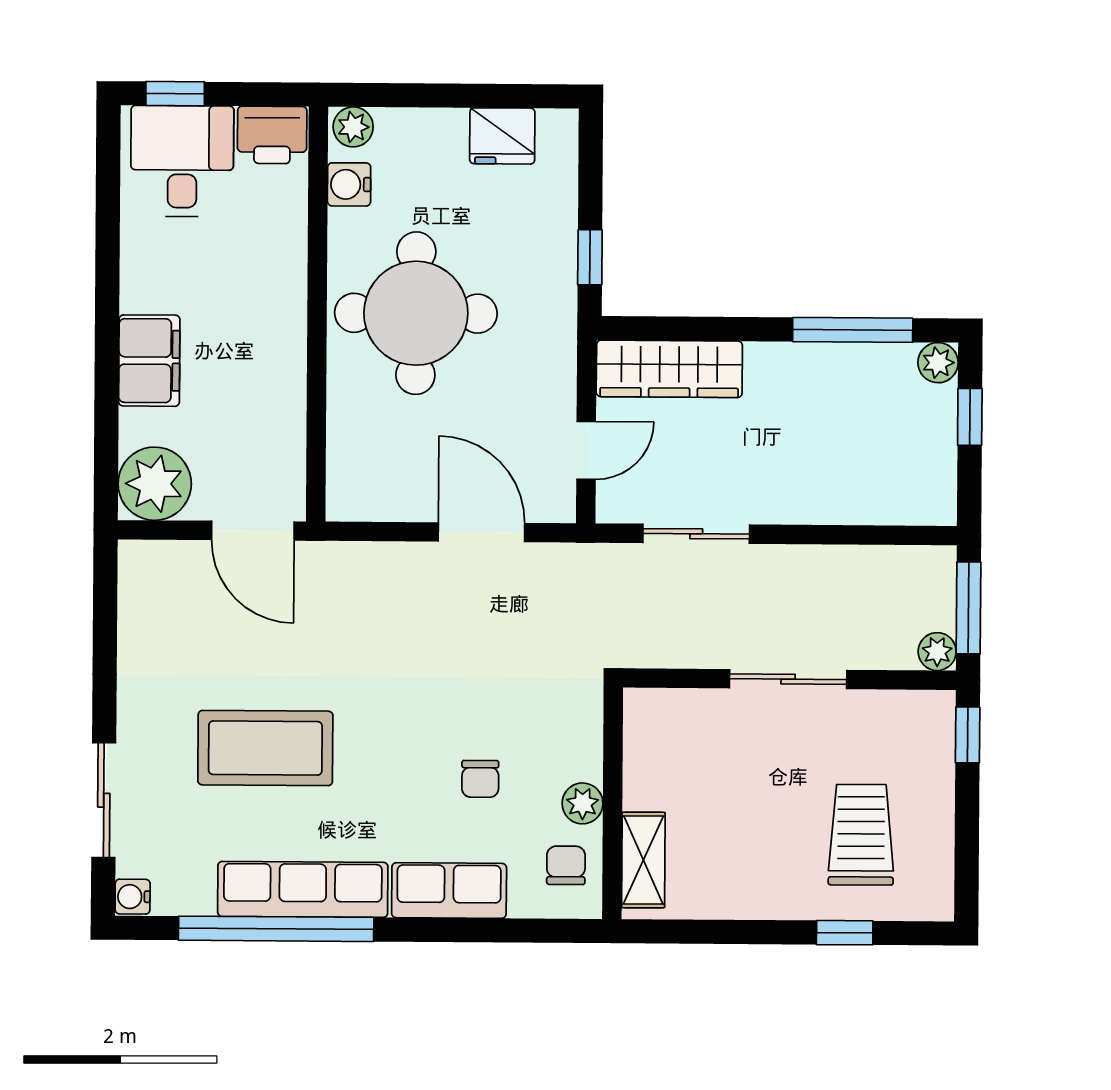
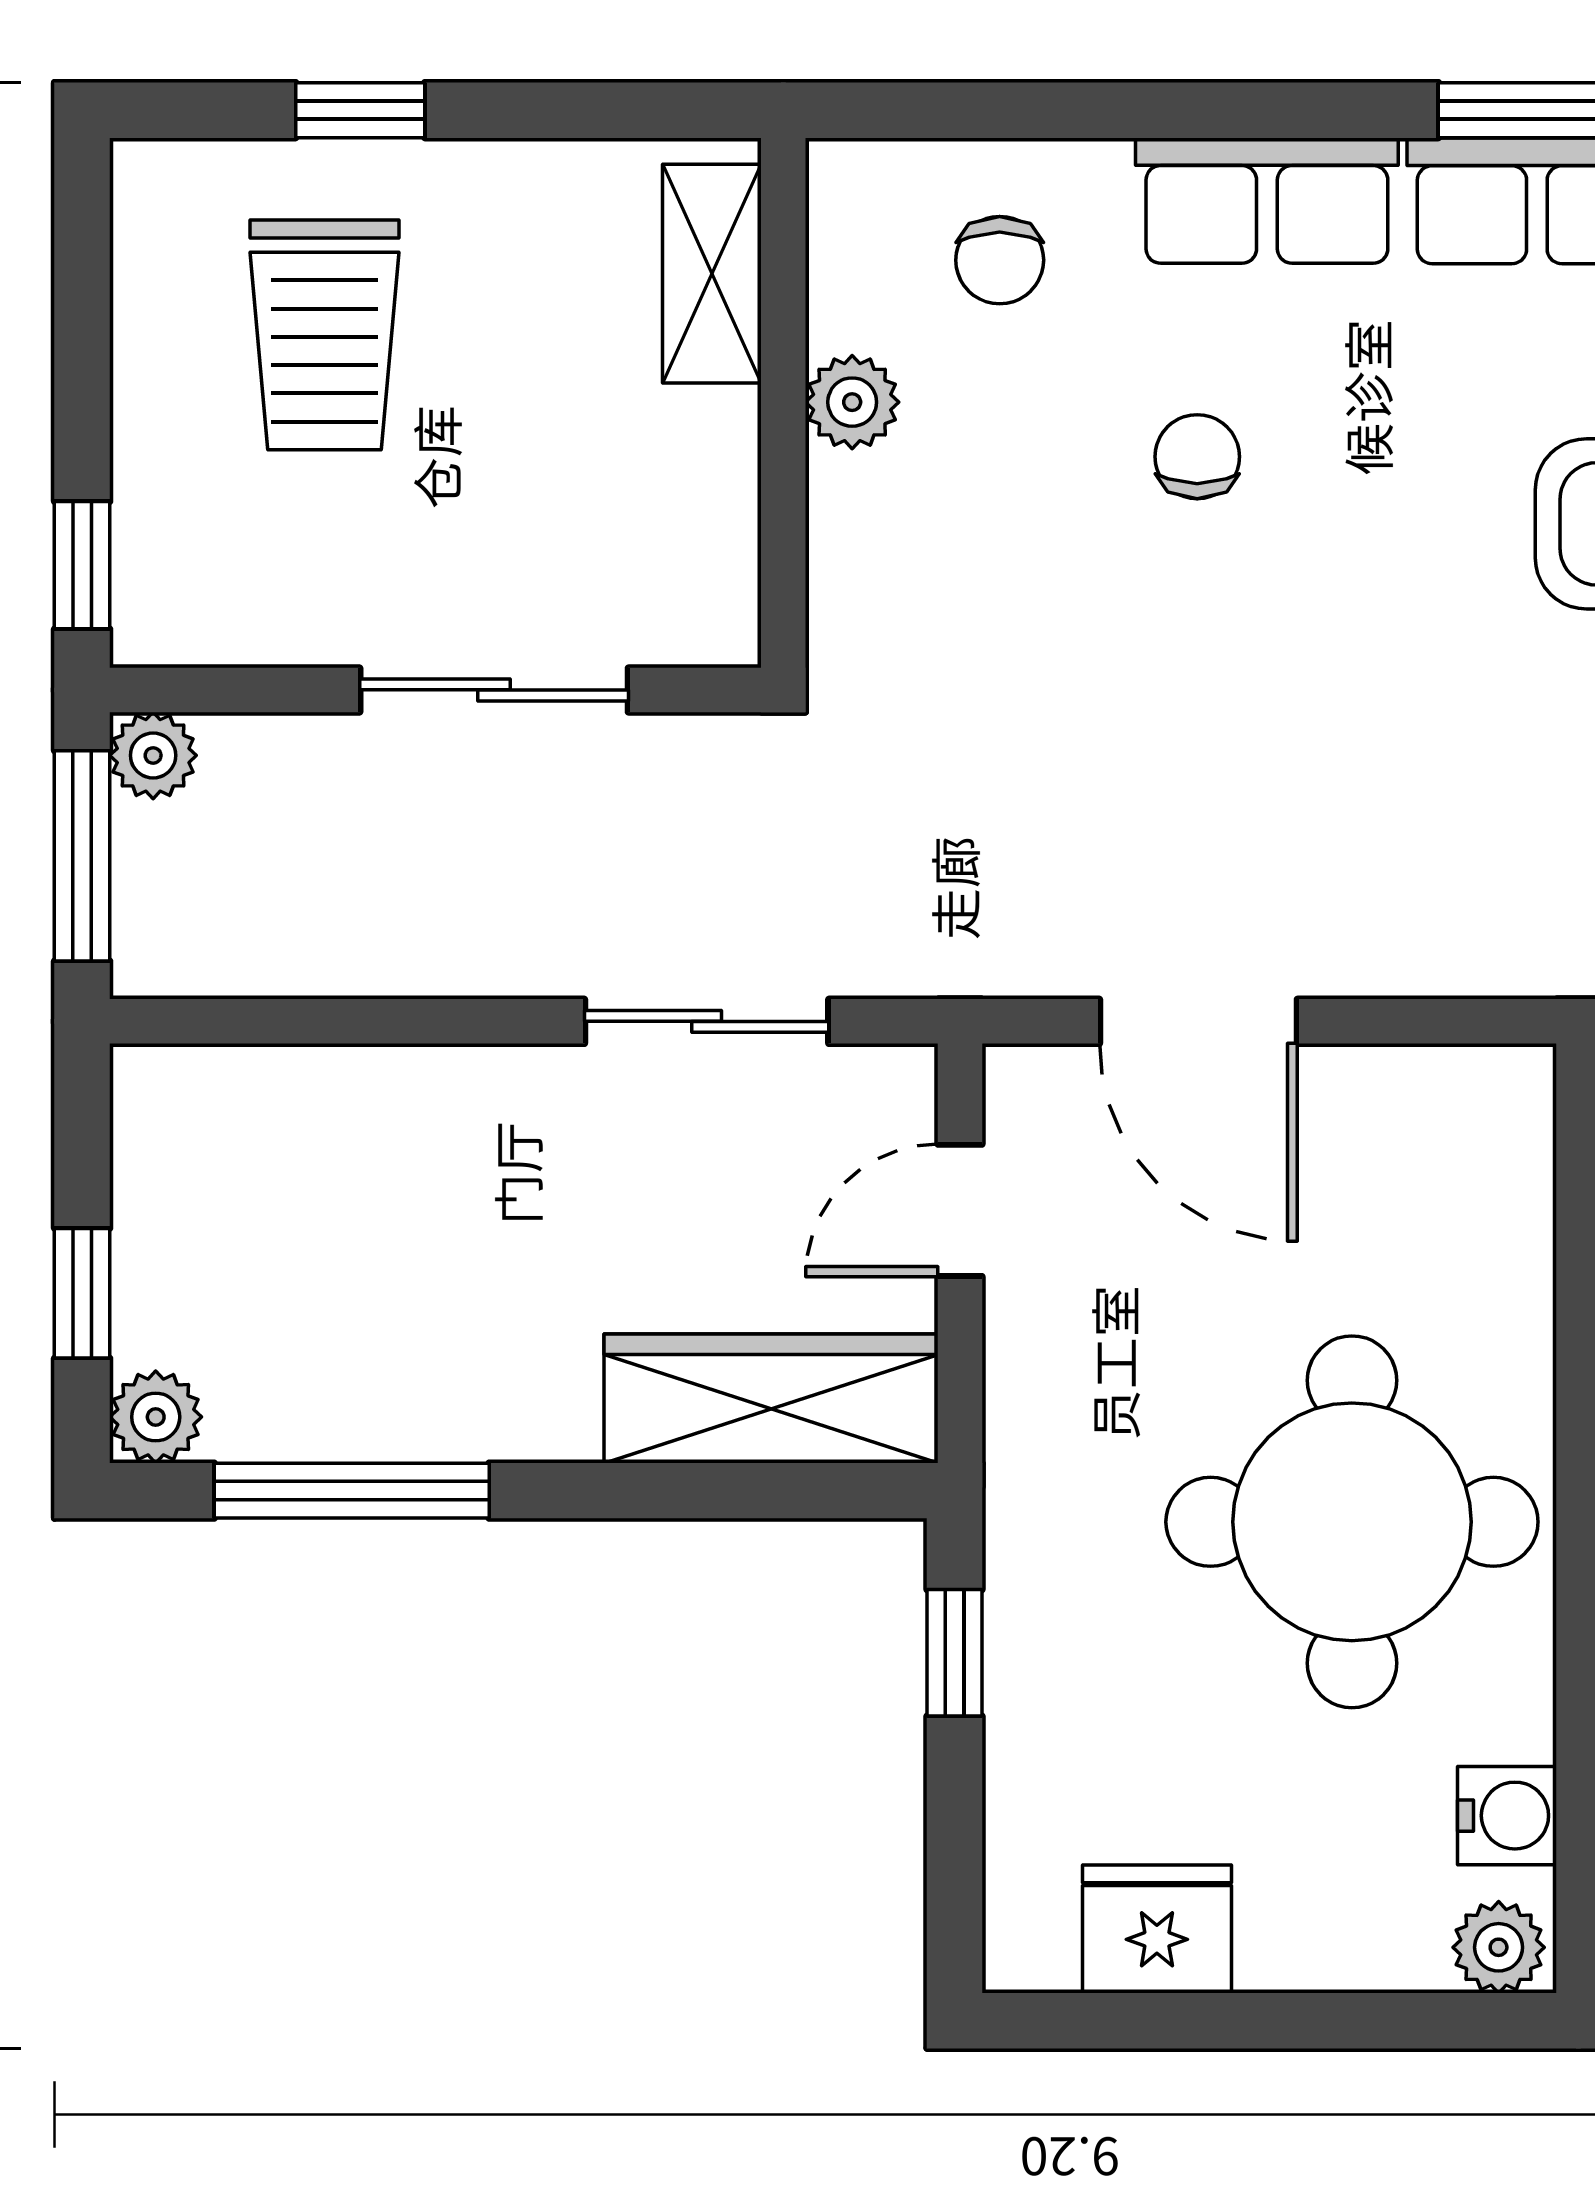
plant: (583, 803) -> (852, 402), moved
wall: (613, 803) -> (783, 403), moved
shelving: (643, 860) -> (712, 274), moved

